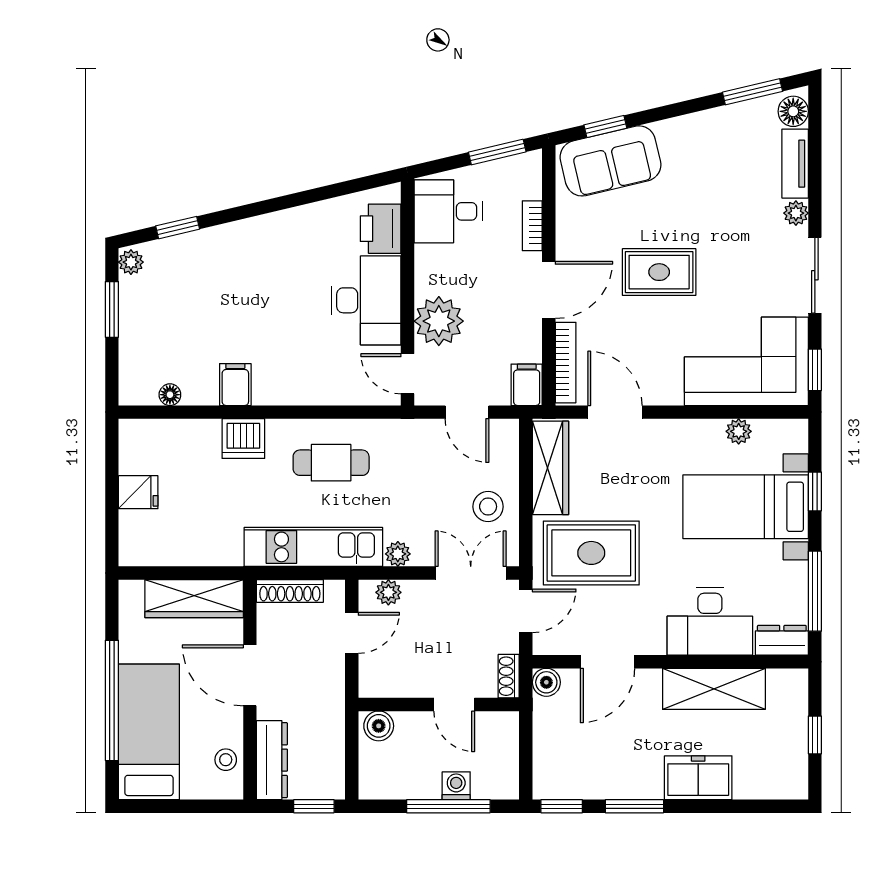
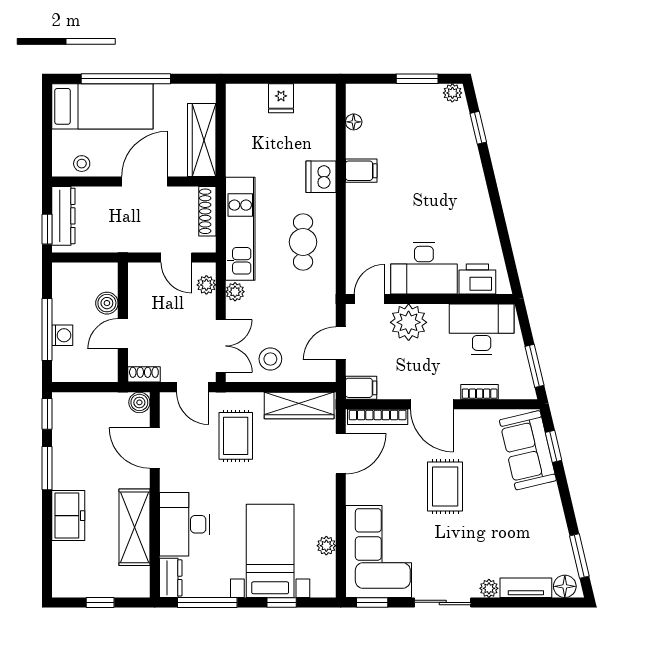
desk: (448, 211) -> (482, 329), width x1.37
rug: (591, 553) -> (236, 436), width x0.73, depth x0.70
boiler: (379, 726) -> (107, 303), moved
dresser: (272, 760) -> (63, 216), moved, turned -90

